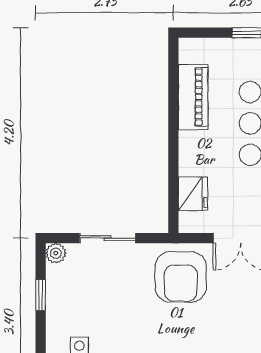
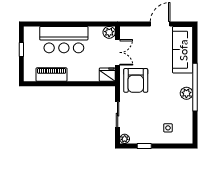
fridge: (193, 194) -> (107, 75), moved
armchair: (181, 277) -> (136, 80), turned 90

